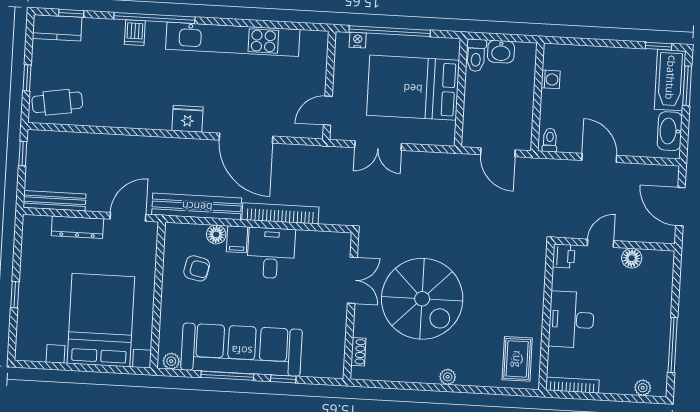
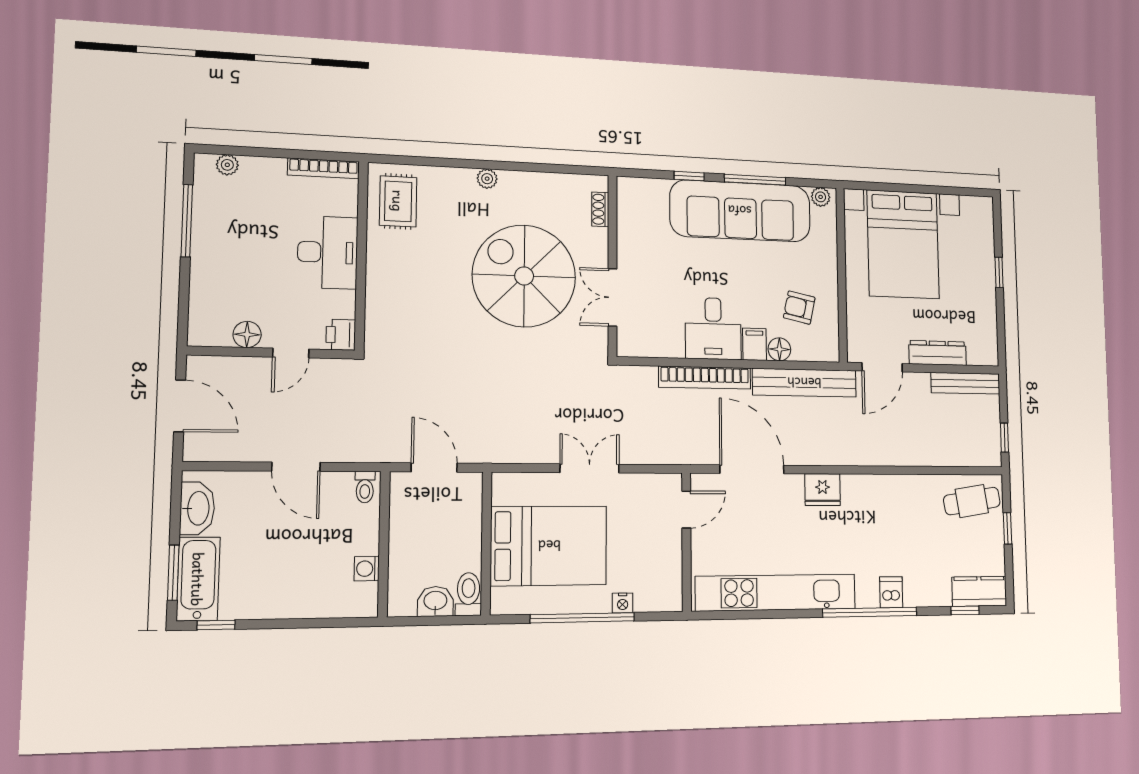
wall: (329, 85) -> (686, 542), moved
door: (328, 111) -> (686, 510), moved

